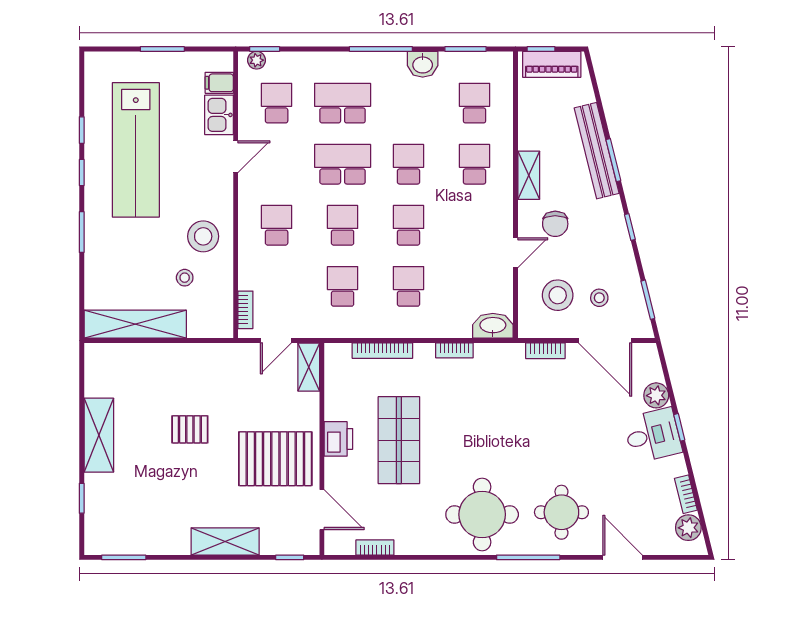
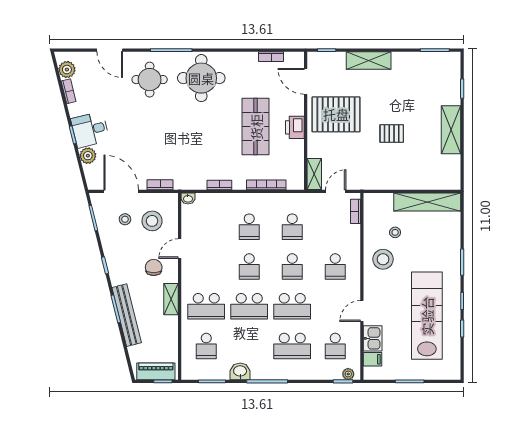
school desk: (409, 164) -> (249, 306), width x1.85
school desk: (475, 164) -> (206, 306), width x1.85
washbasin: (493, 326) -> (188, 199), width x0.52, depth x0.69

